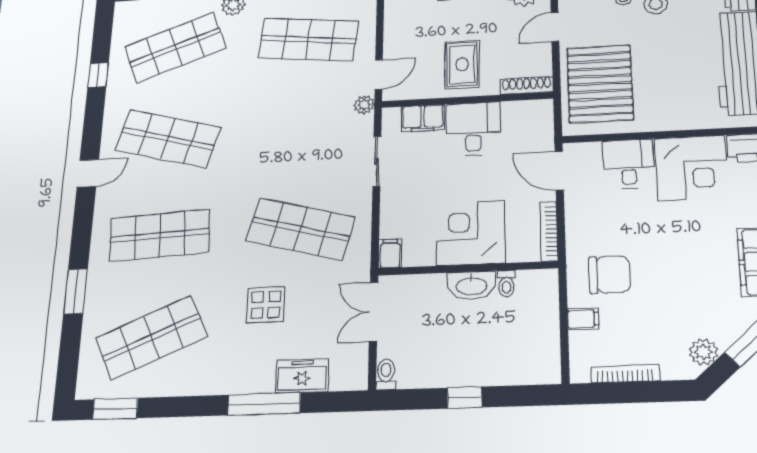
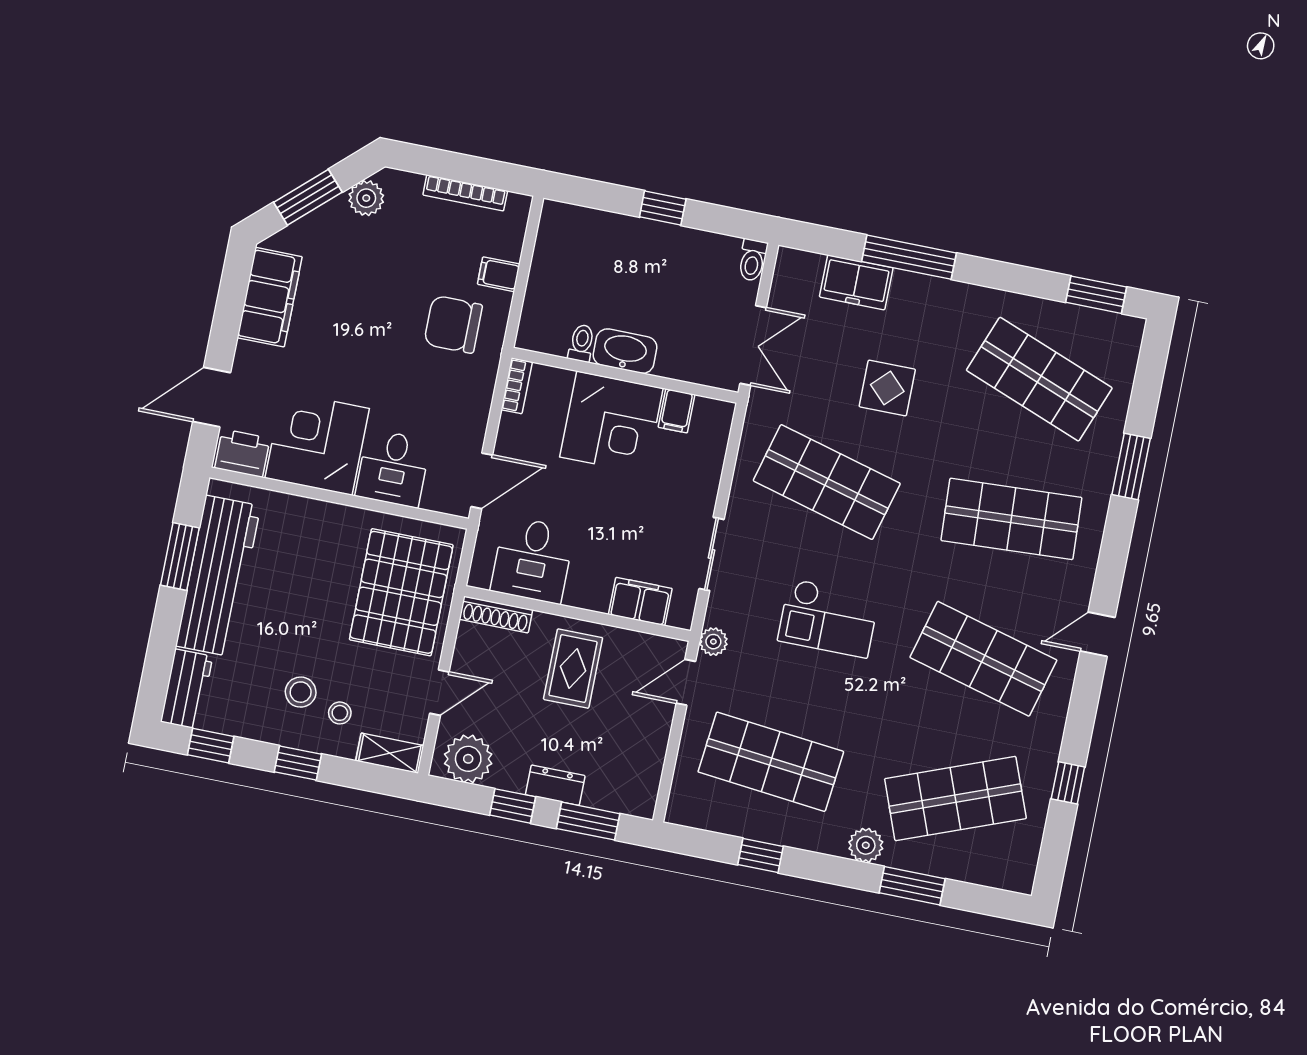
desk: (473, 129) -> (533, 560), moved
checkout: (284, 139) -> (828, 618), added
door: (559, 171) -> (482, 481), hinge flipped
bookcase: (549, 231) -> (517, 386), width x0.64
filing cabinet: (390, 254) -> (677, 411), moved
shop shelf: (151, 337) -> (1039, 379), turned 45

